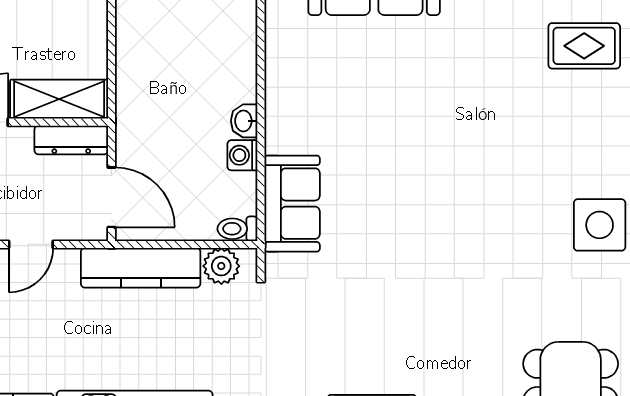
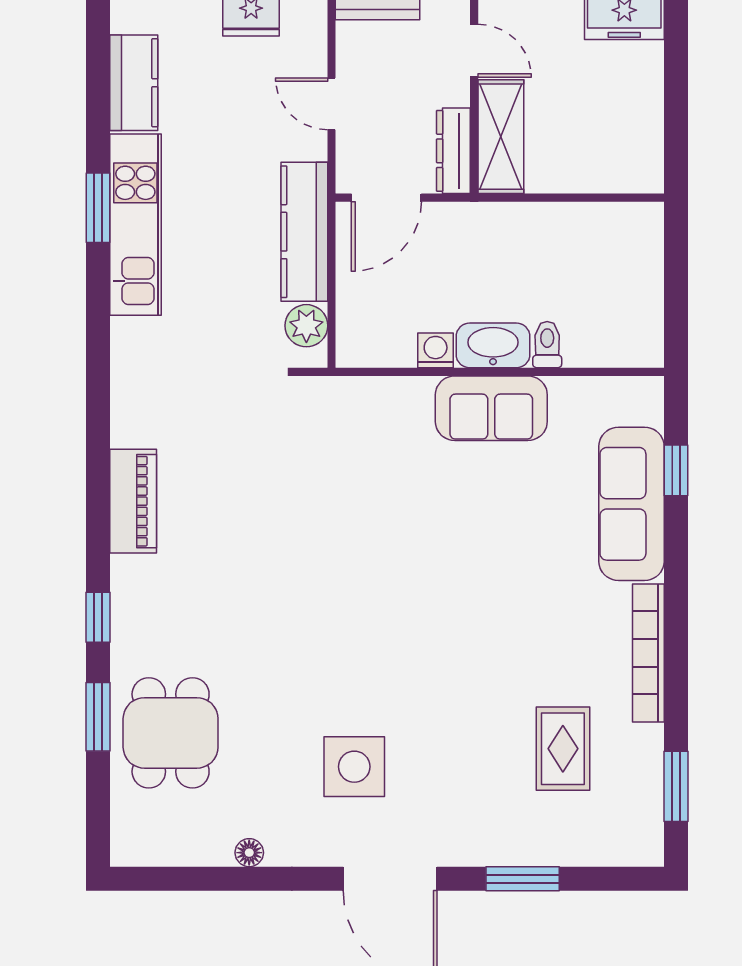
washbasin: (244, 121) -> (493, 345), width x1.91, depth x1.45
sofa: (292, 204) -> (491, 408), moved
toilet: (237, 229) -> (547, 345), moved

